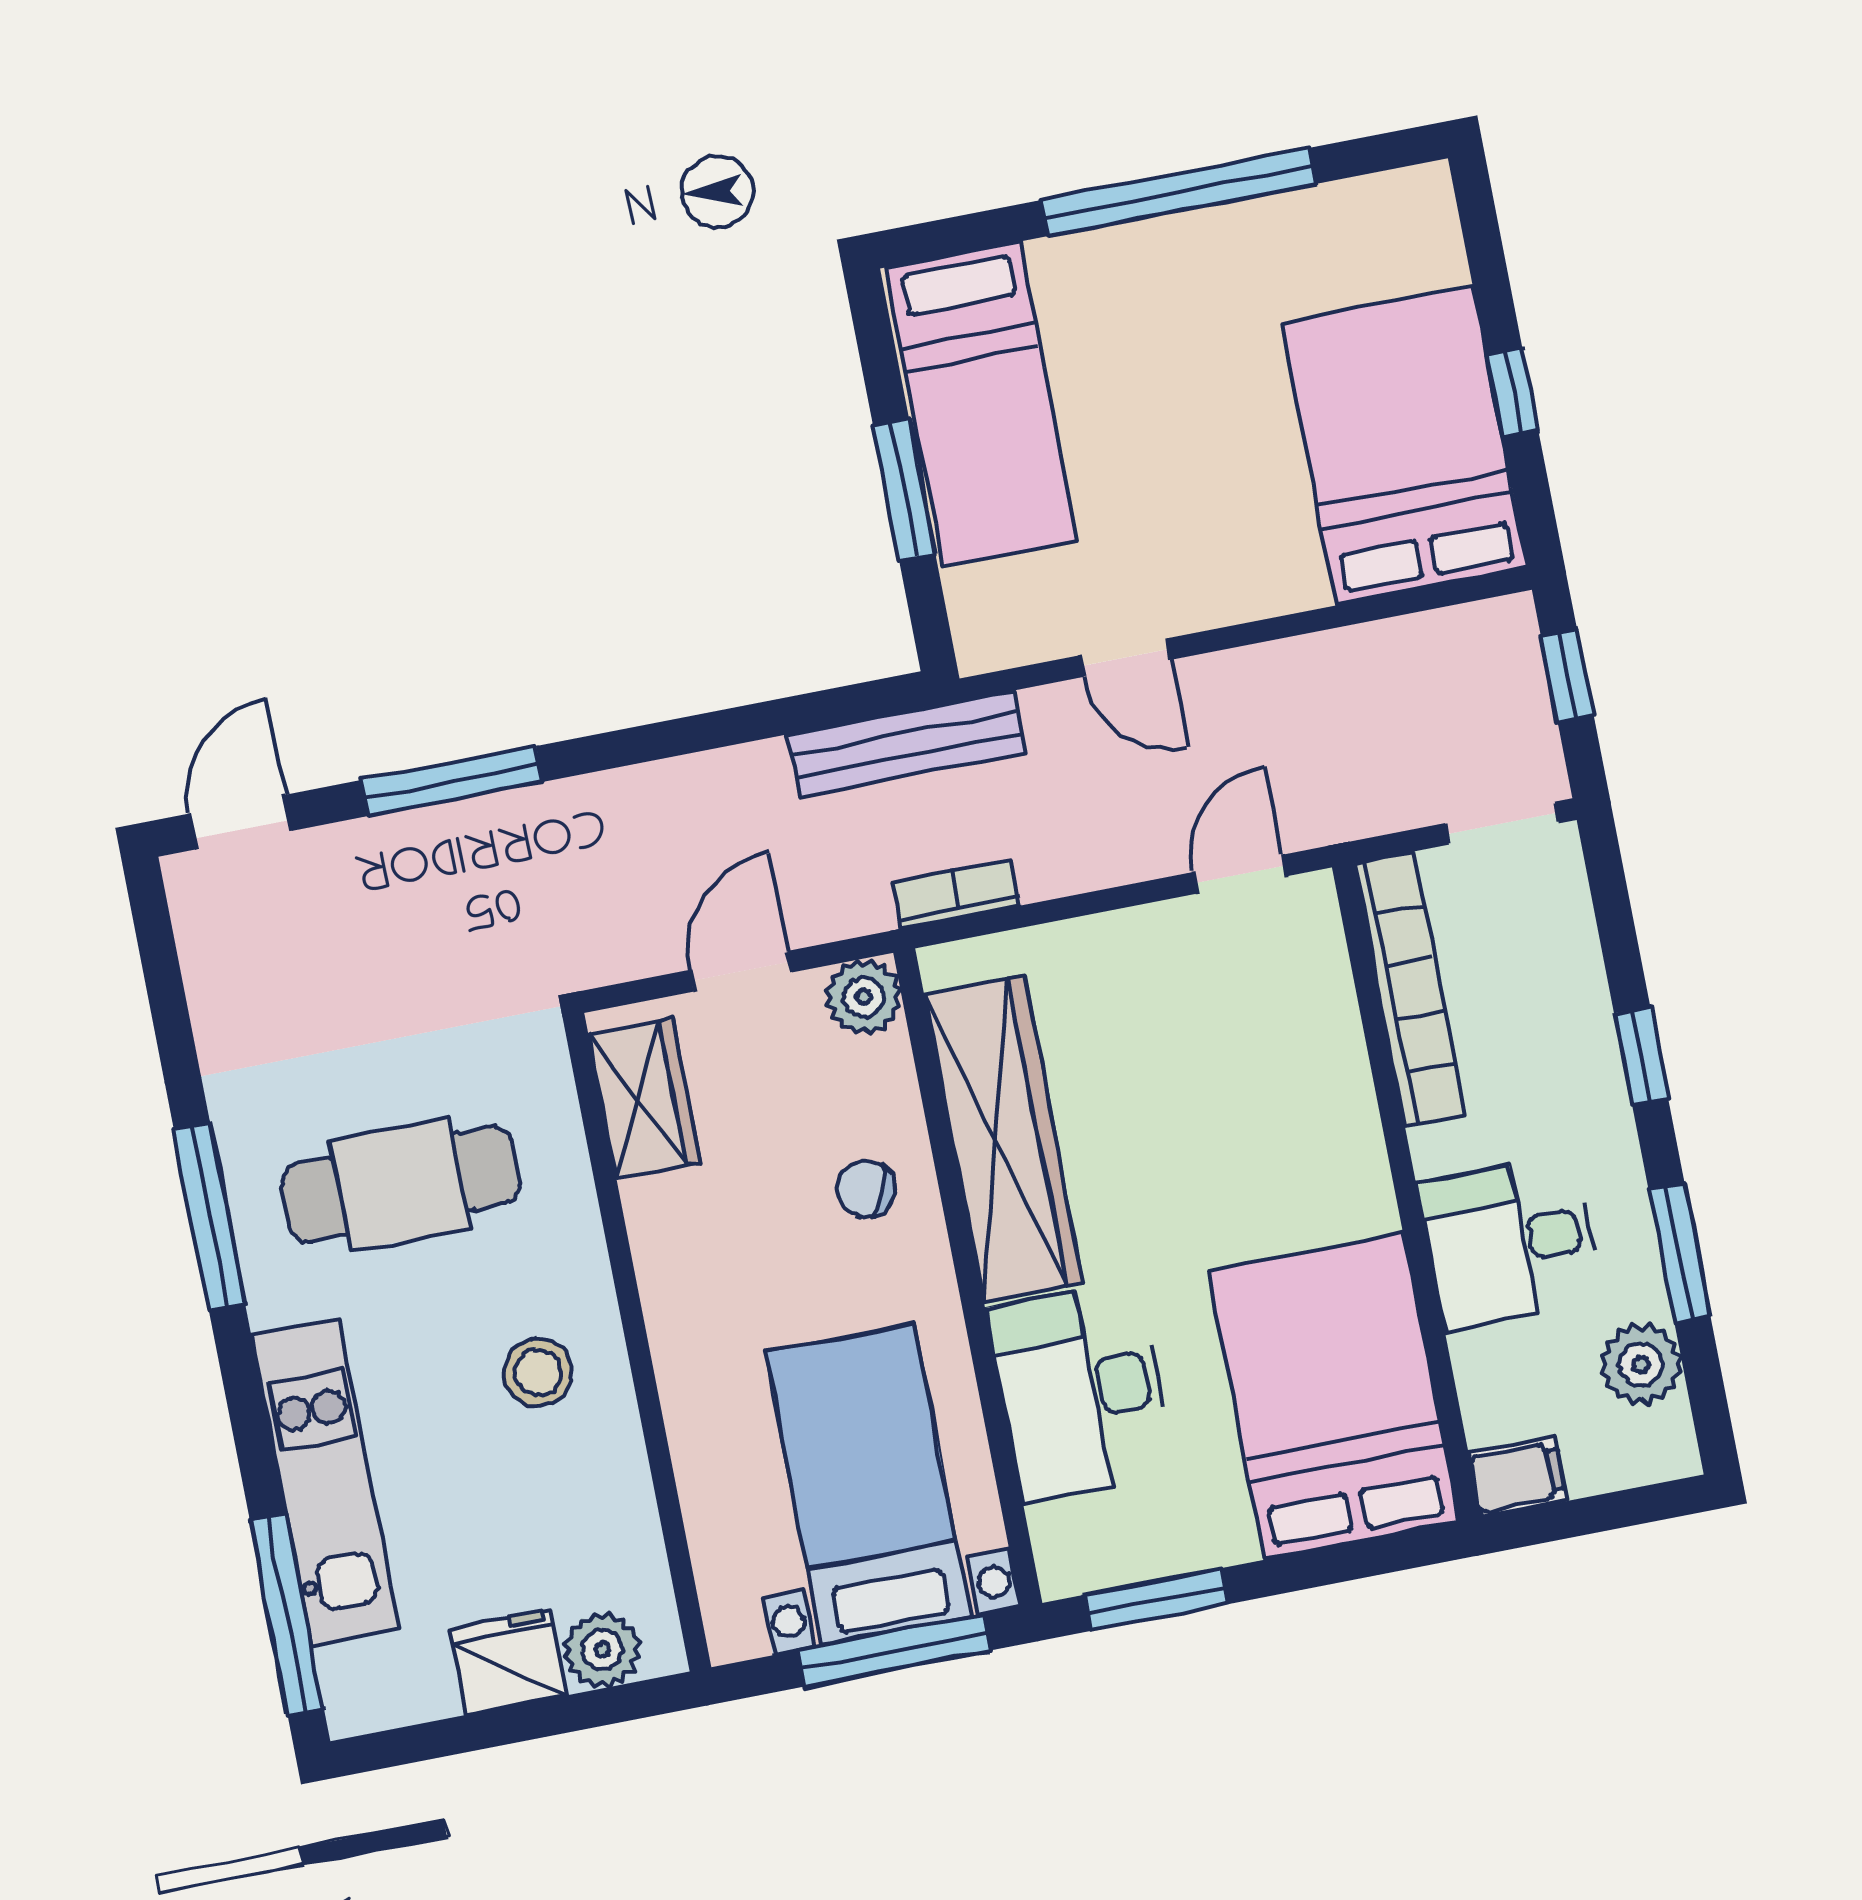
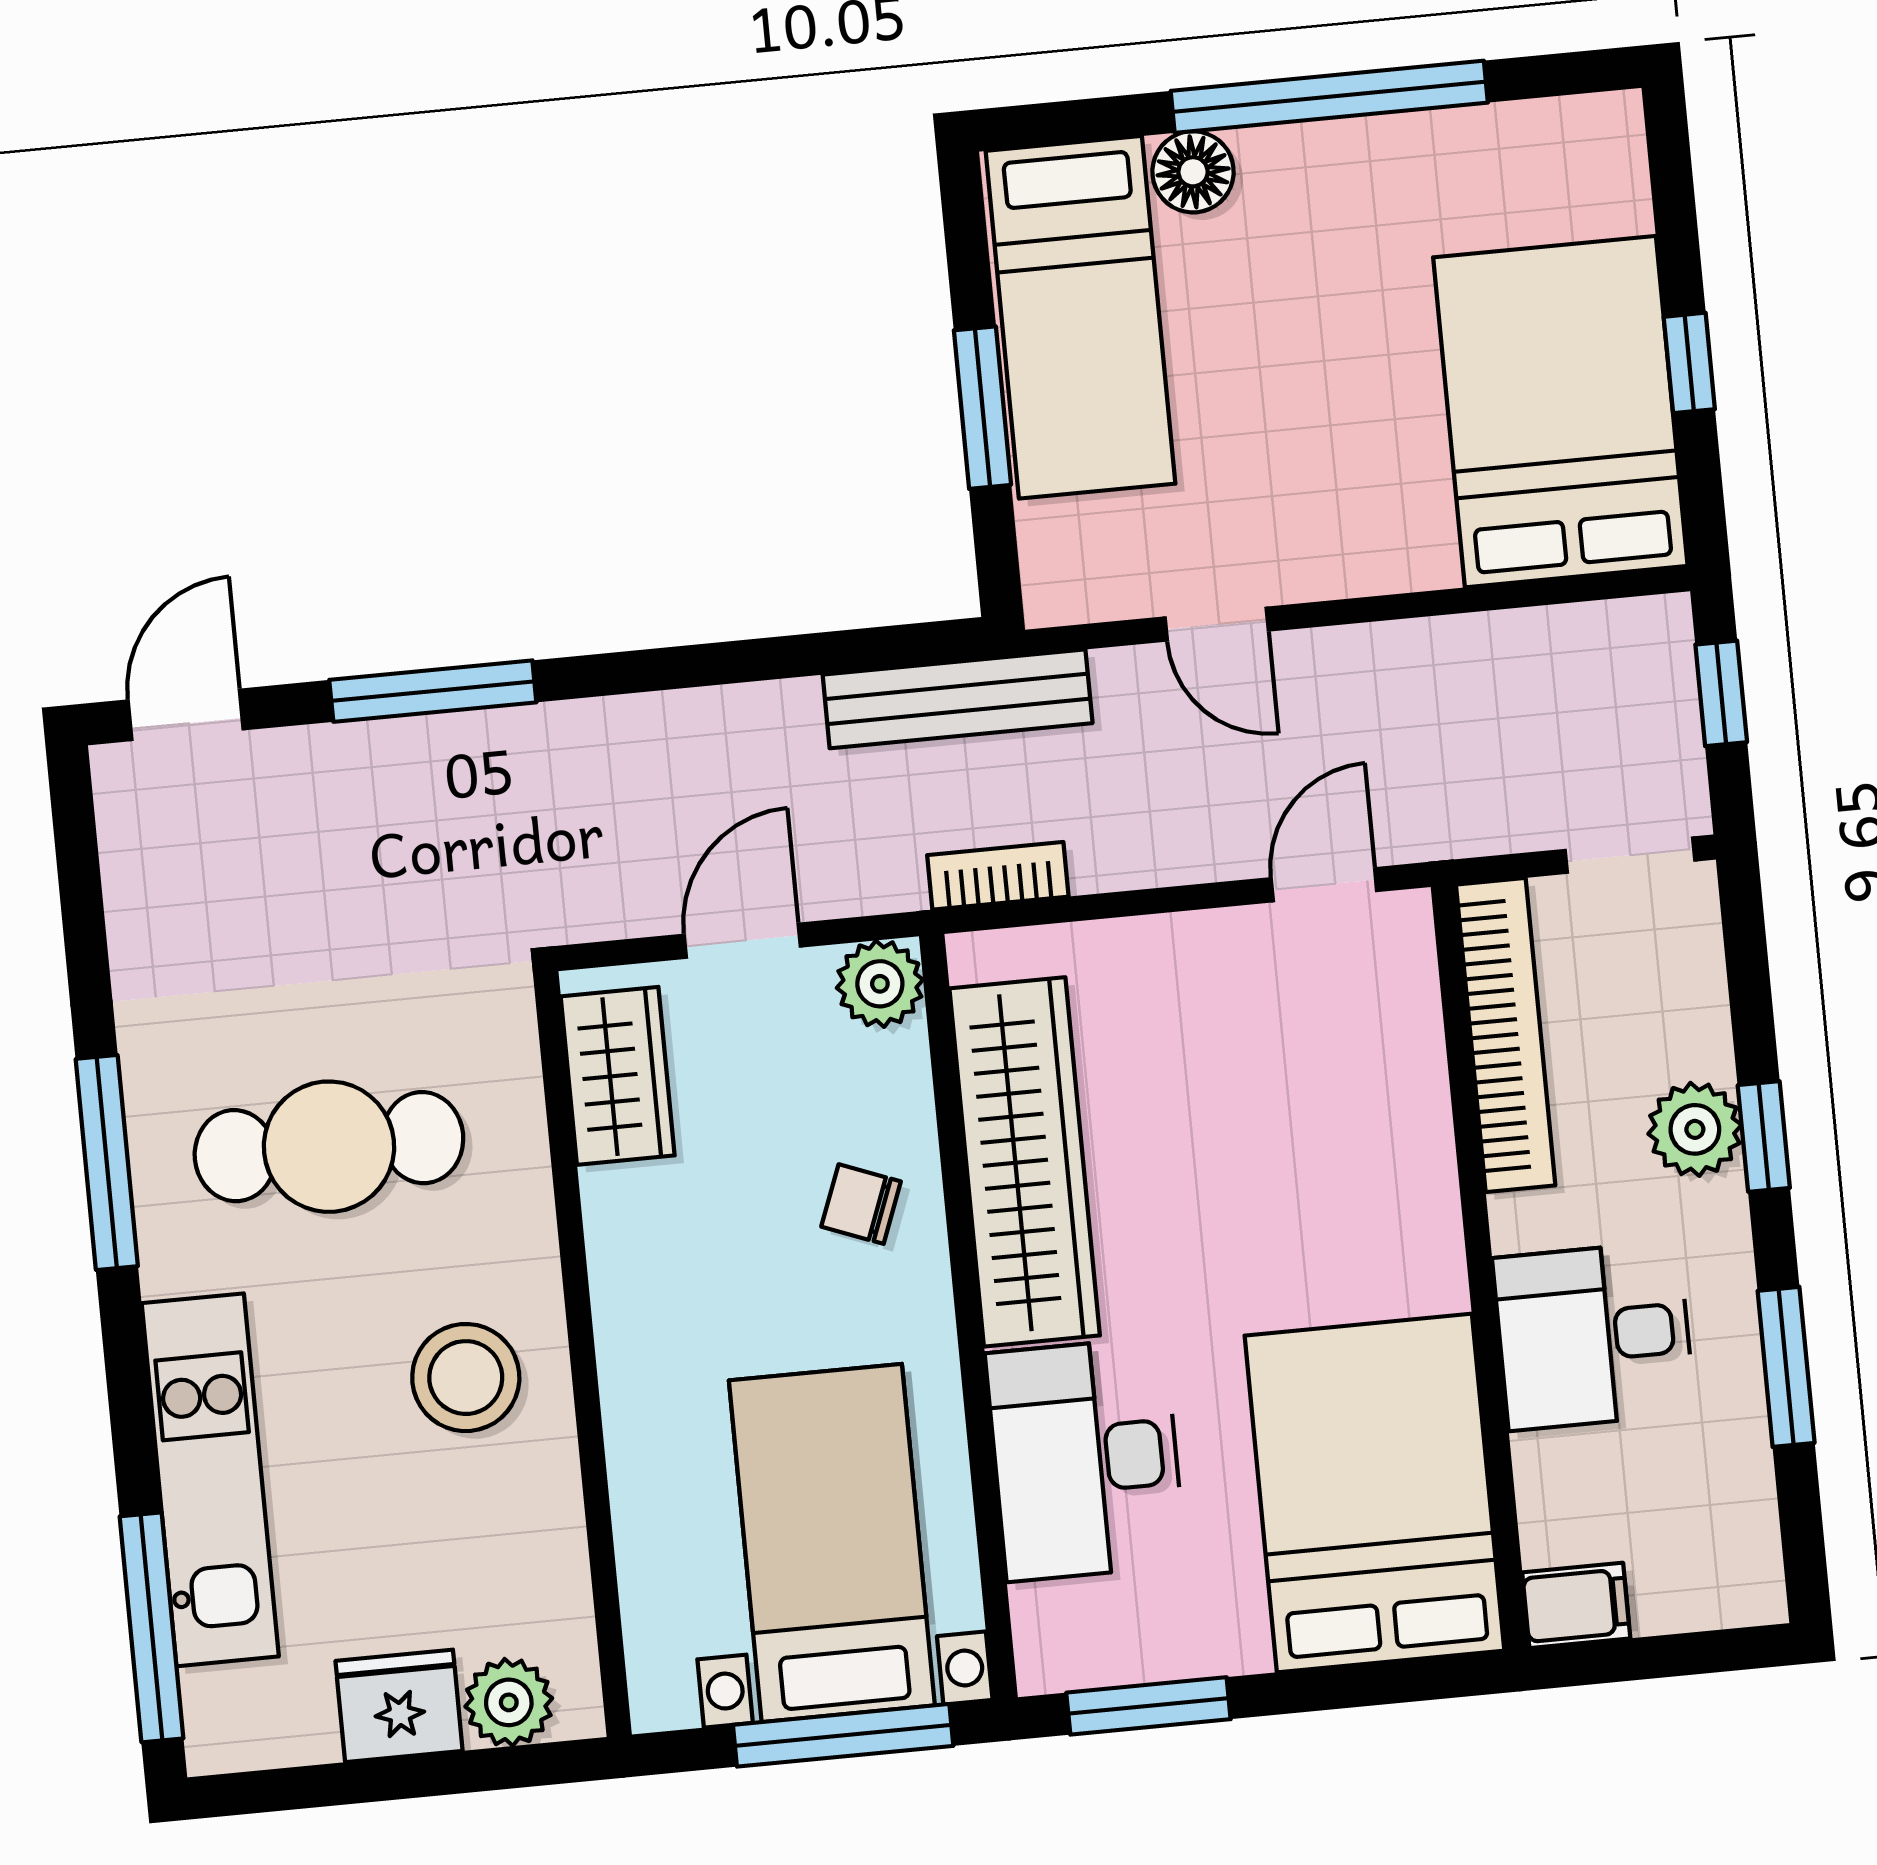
floor lamp: (1067, 268) -> (1193, 172), added
plant: (1641, 1364) -> (1695, 1129), moved
stool: (538, 1372) -> (466, 1378), width x1.38, depth x1.38

